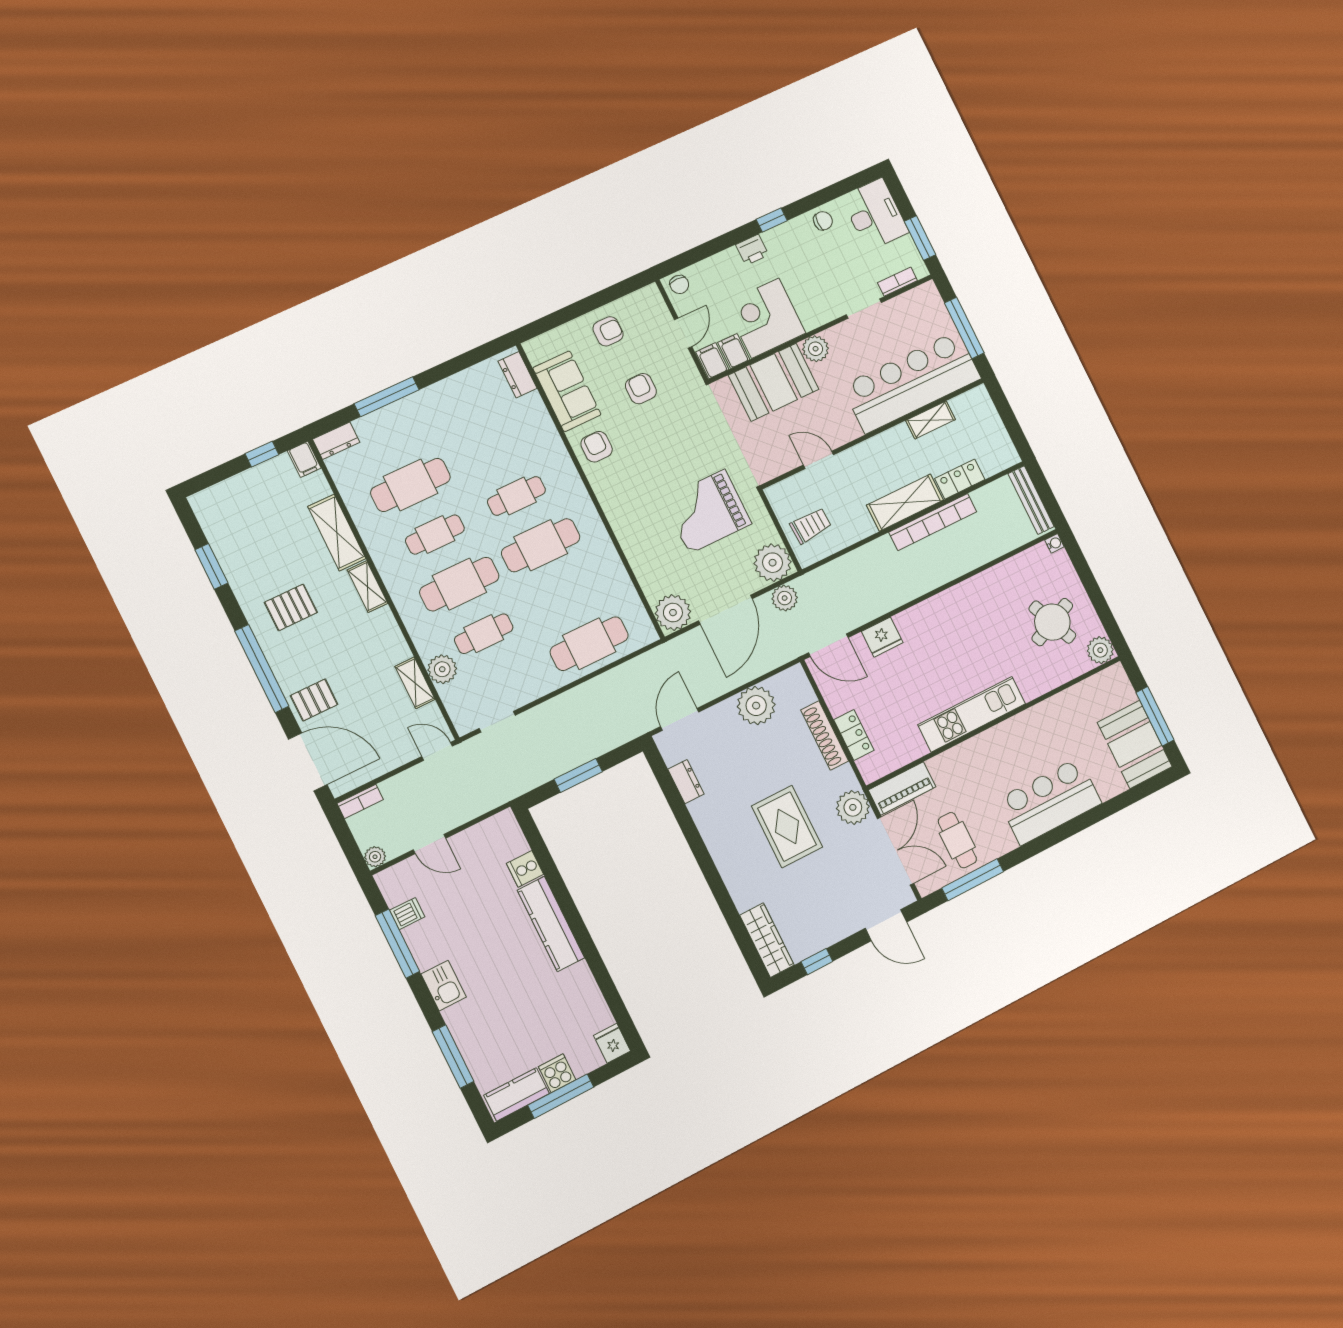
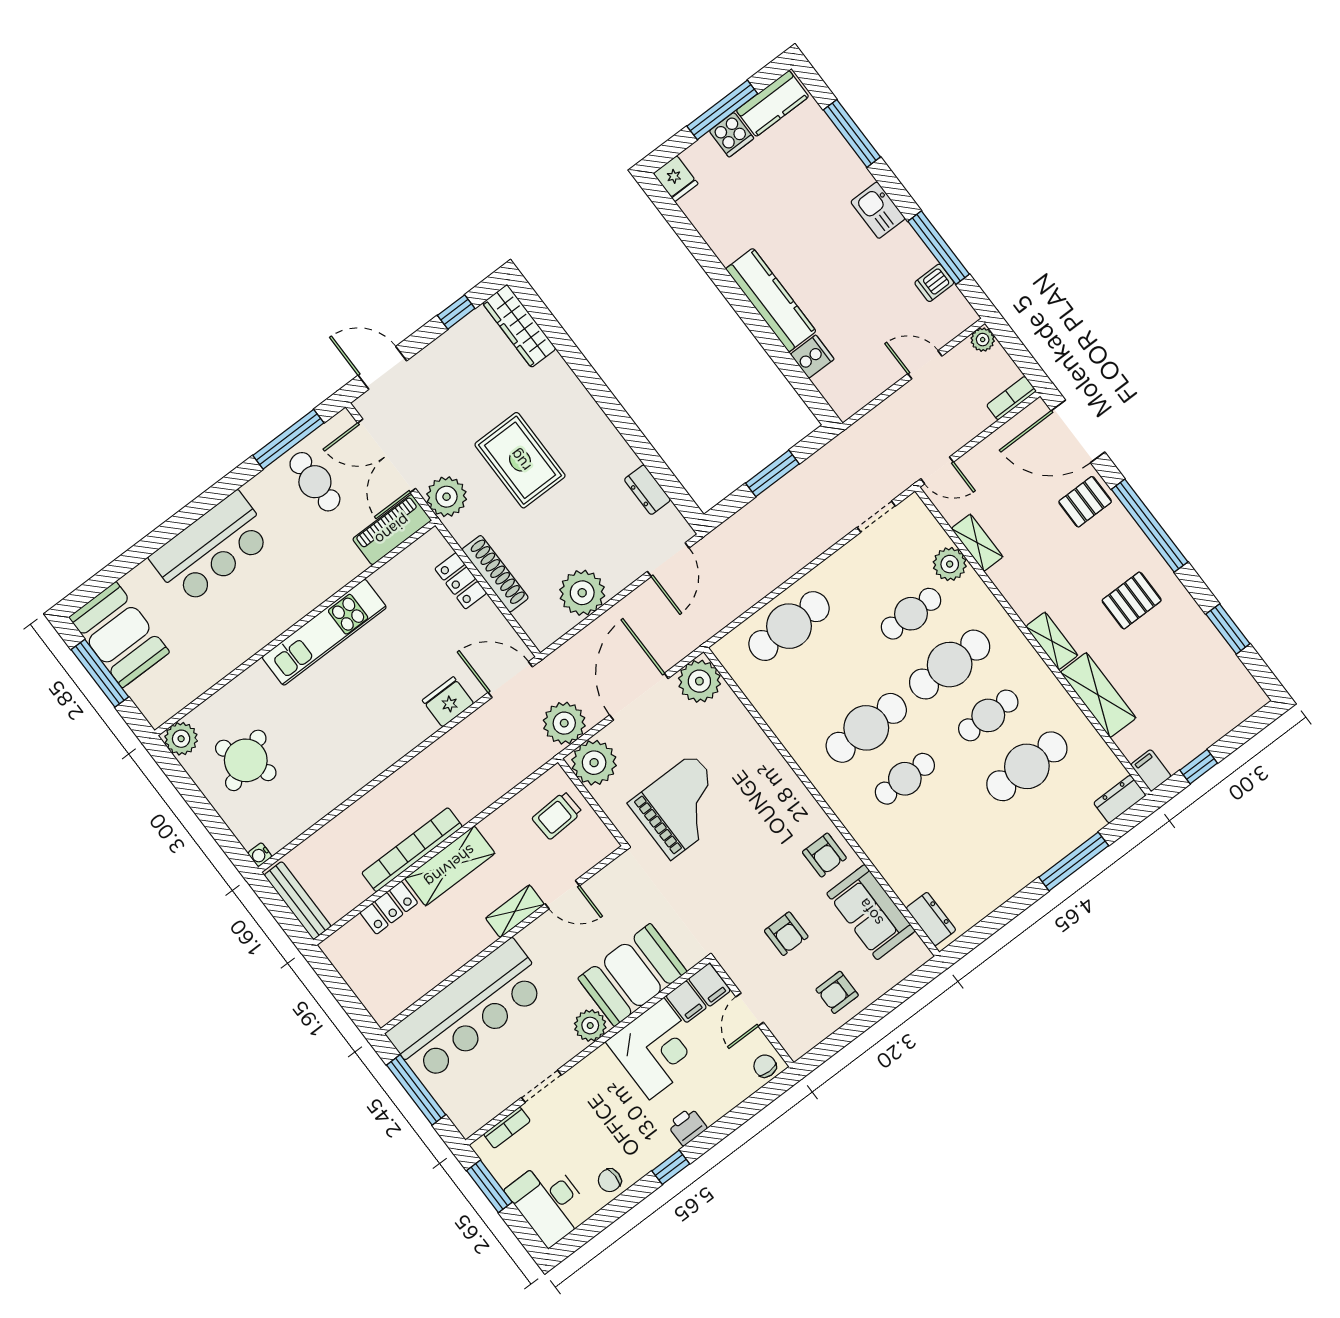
shelving: (931, 420) -> (515, 911), moved
plant: (785, 598) -> (564, 723), width x1.36, depth x1.36

